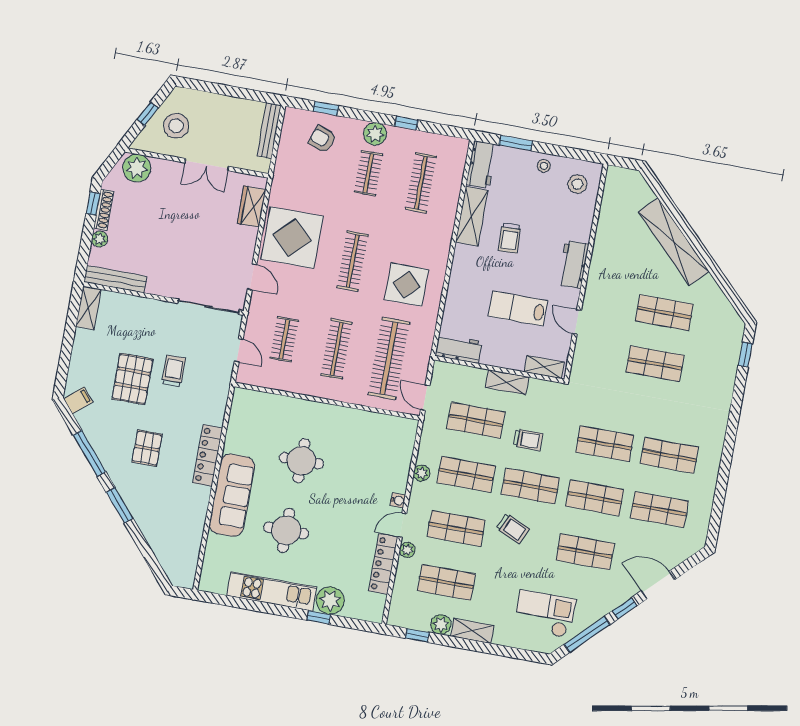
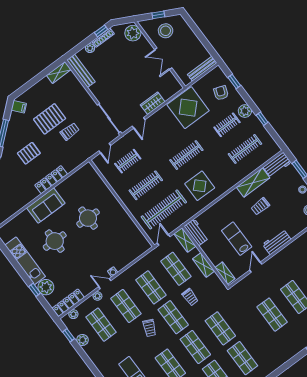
wardrobe: (252, 206) -> (153, 103), moved
display table: (292, 238) -> (188, 108), moved
plant: (422, 473) -> (73, 314), moved
sofa: (232, 495) -> (46, 206), width x0.73
locker: (383, 564) -> (68, 303), moved
shelving: (472, 631) -> (185, 240), moved

